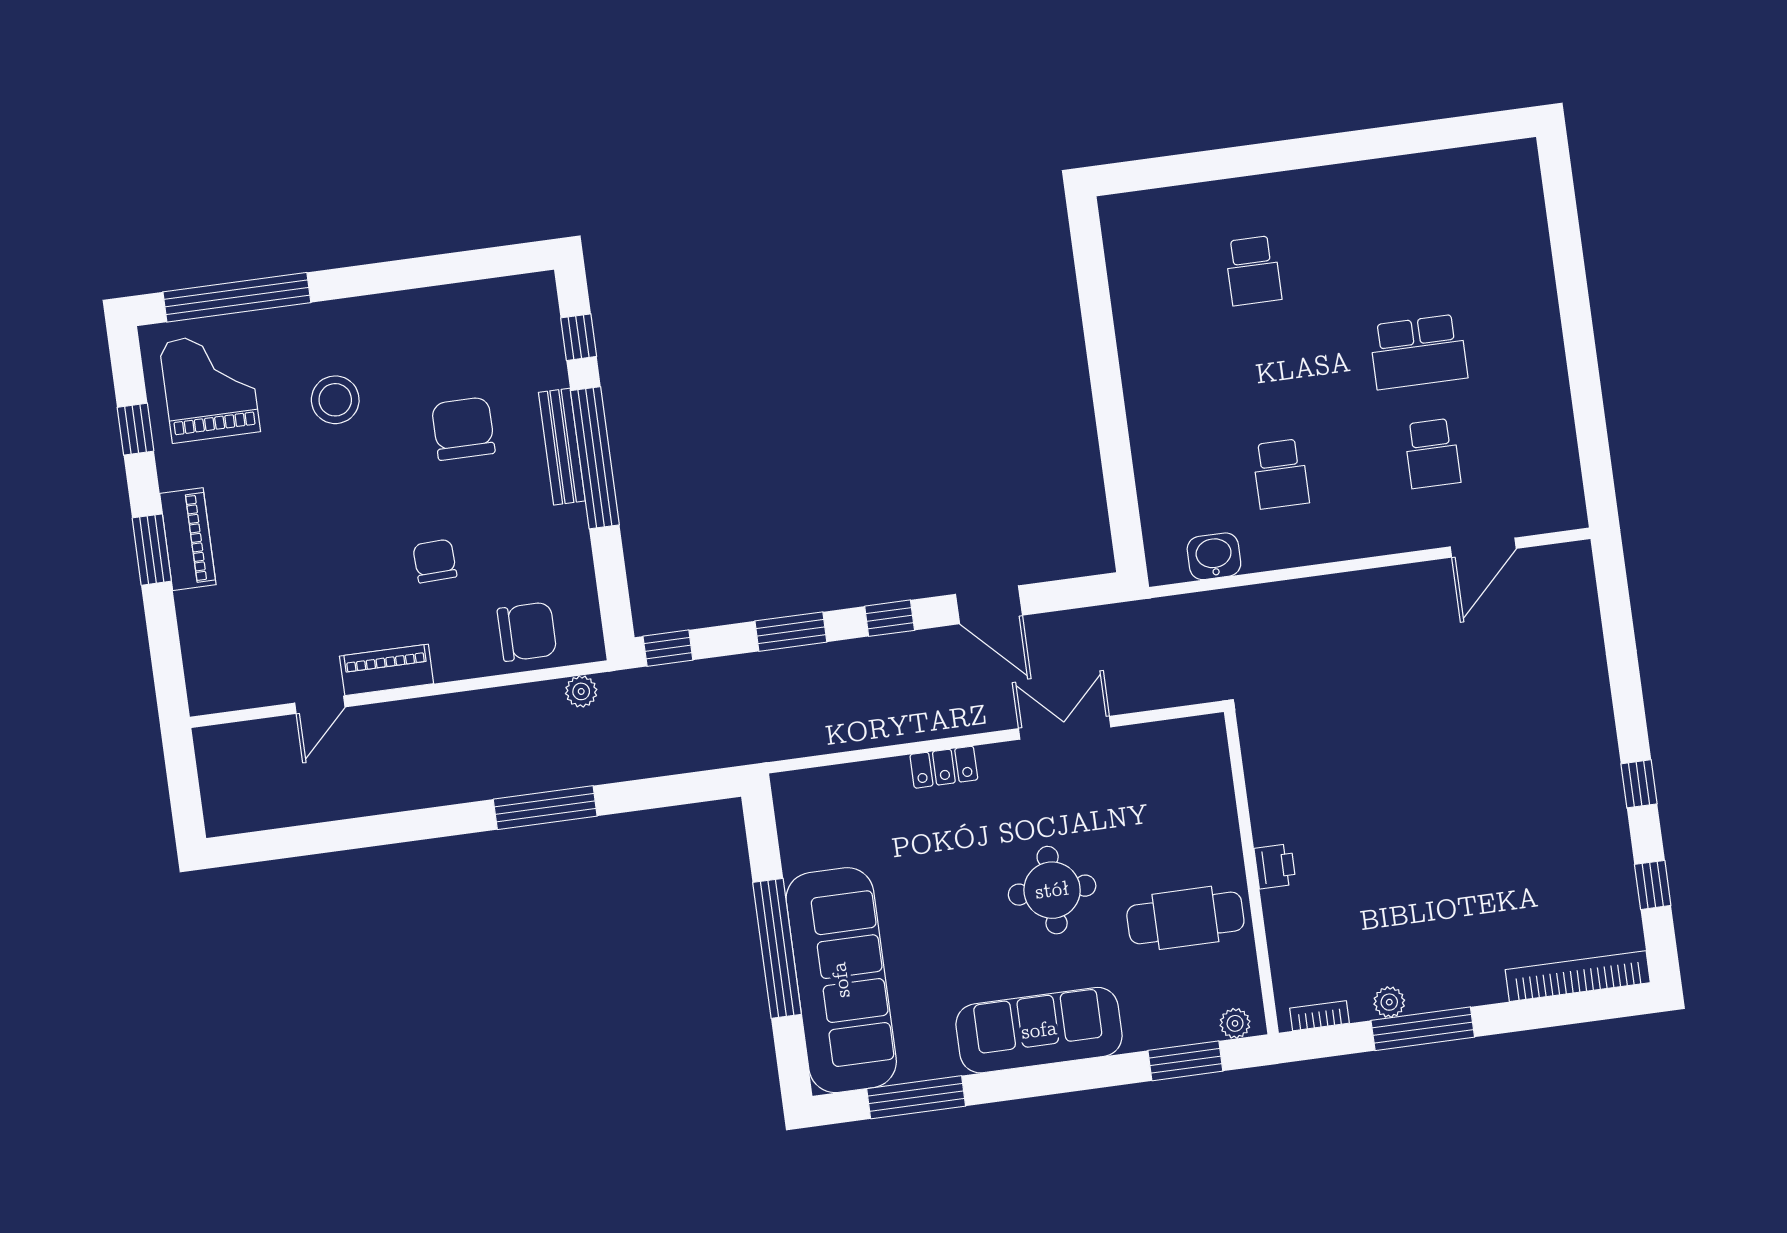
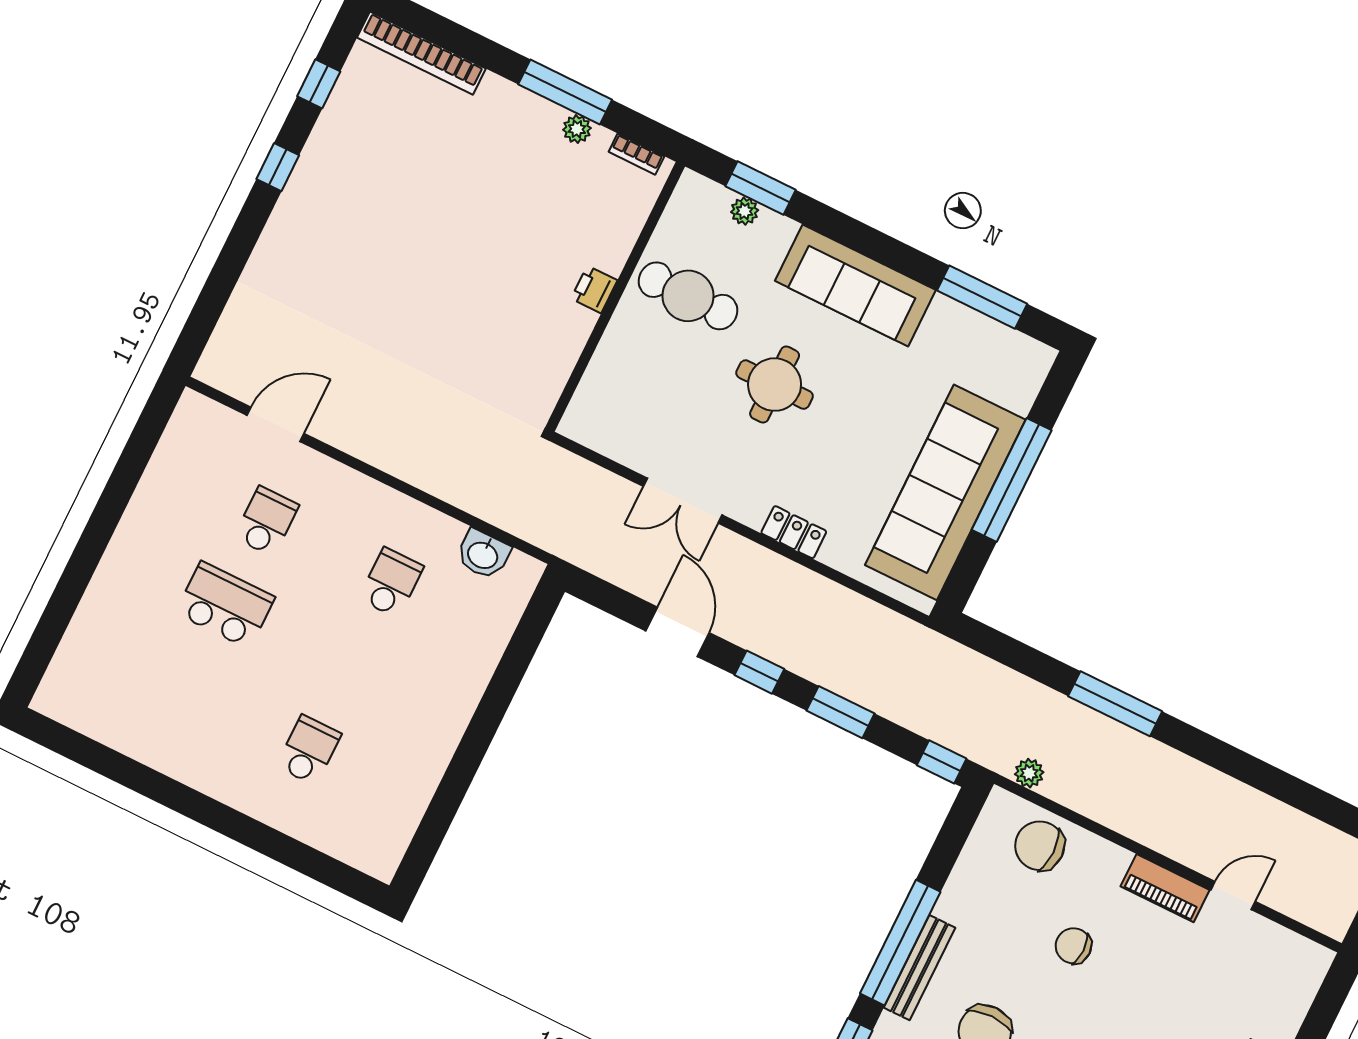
chair: (435, 561) -> (1073, 946), turned 92
sofa: (841, 980) -> (945, 492), moved
plant: (1235, 1023) -> (745, 211), moved

